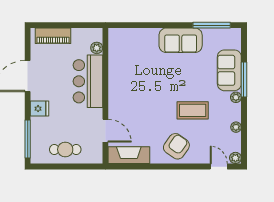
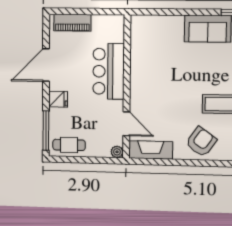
plant: (97, 48) -> (117, 152), moved
cafe table: (65, 149) -> (69, 145), moved

